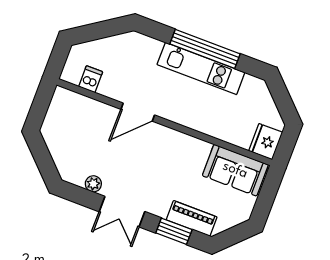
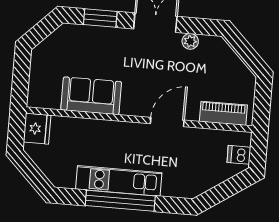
dishwasher: (91, 79) -> (239, 155), moved, turned 90
sofa: (235, 170) -> (91, 96), moved
piano: (192, 218) -> (223, 113), moved, turned 180

